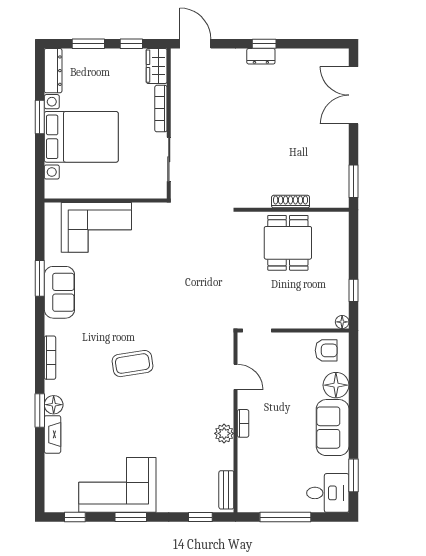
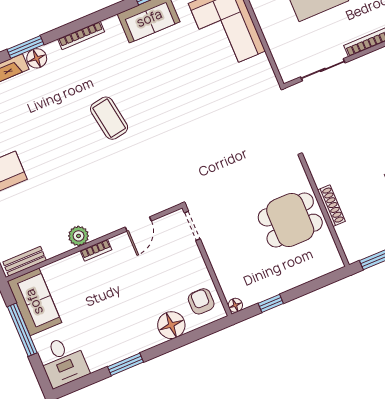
armchair: (326, 350) -> (201, 301), turned 180
sofa: (333, 428) -> (34, 302), moved, turned 90
window: (353, 475) -> (125, 364), moved

